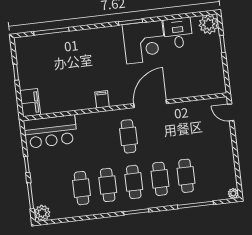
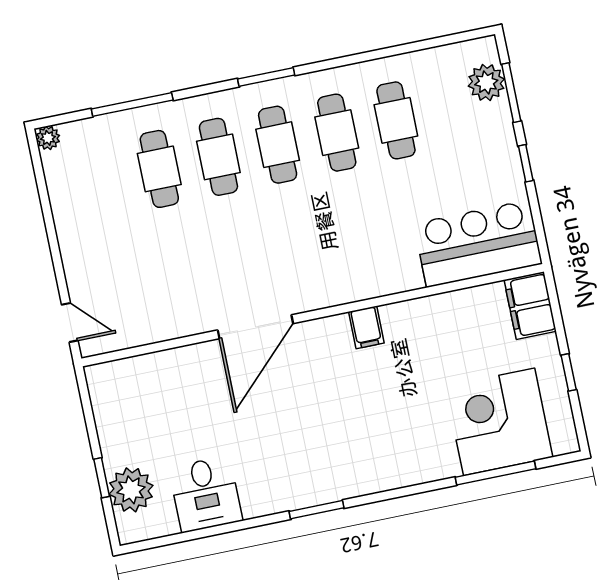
plant: (209, 24) -> (131, 490), moved
corner desk: (144, 42) -> (499, 422), moved
cafe table: (128, 136) -> (299, 248), removed
plant: (42, 213) -> (486, 82), moved

